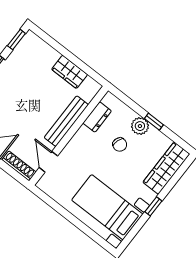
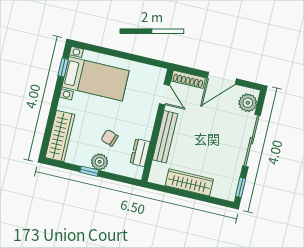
wardrobe: (70, 72) -> (189, 182), width x1.50
window: (153, 206) -> (63, 68), moved

